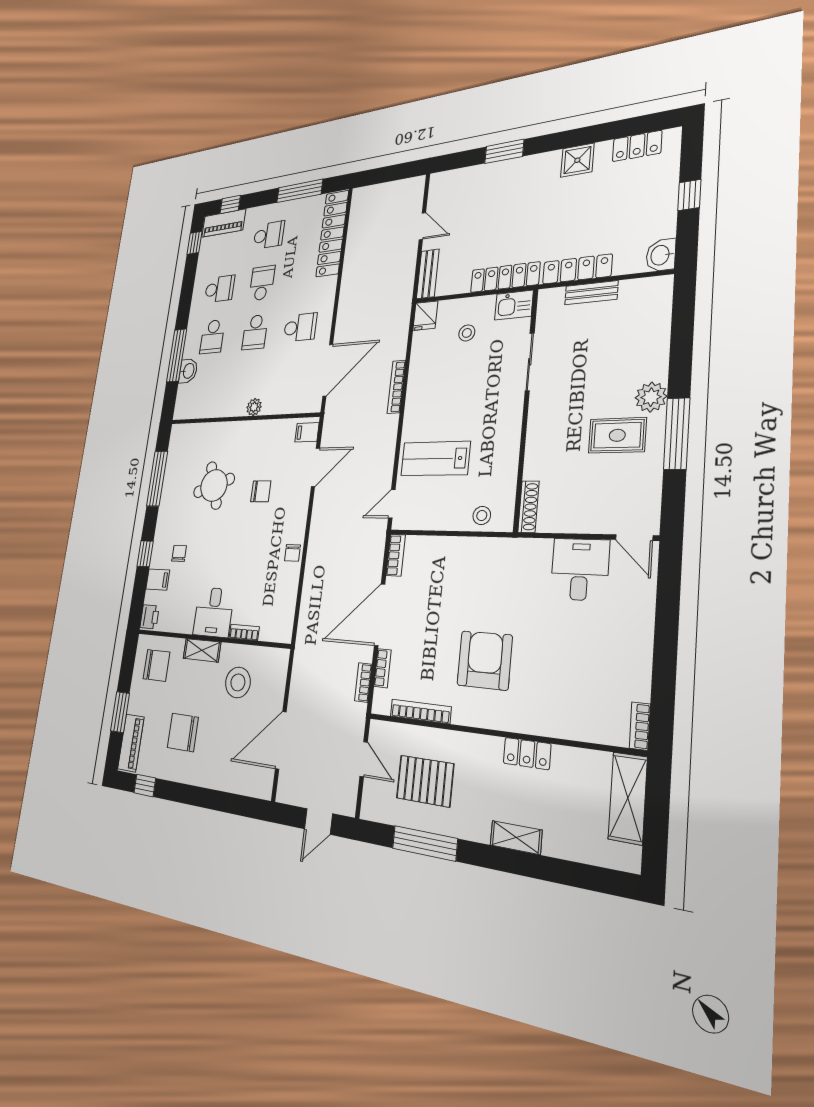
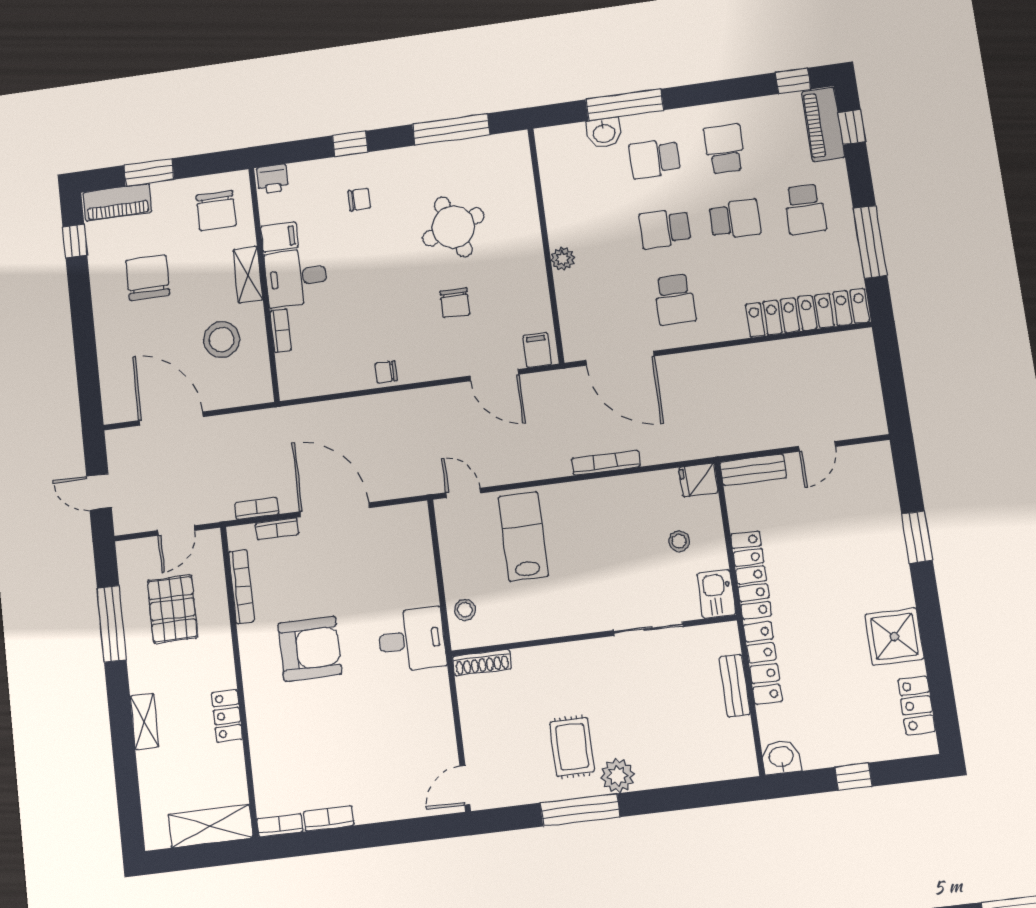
shower: (577, 160) -> (894, 637), width x1.36, depth x1.36
school desk: (219, 289) -> (724, 149), turned 180
bookcase: (396, 555) -> (329, 818), moved, turned 180
desk: (580, 569) -> (412, 640), moved
filing cabinet: (158, 580) -> (279, 237), moved, turned -90

